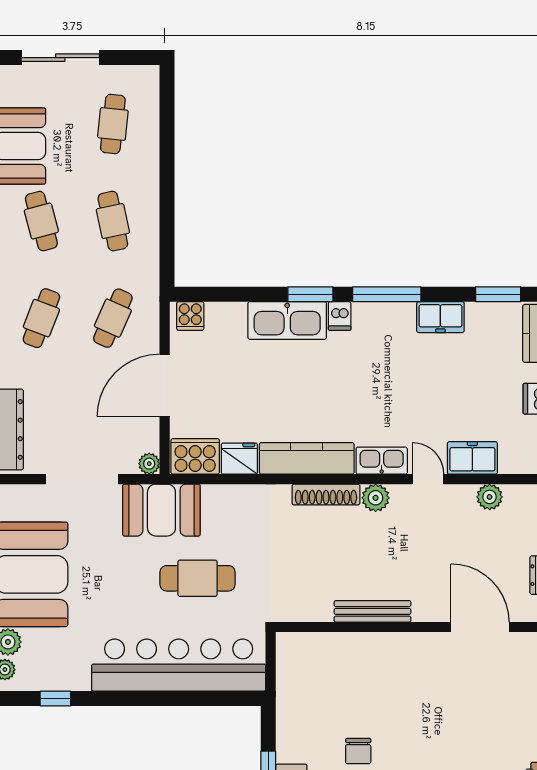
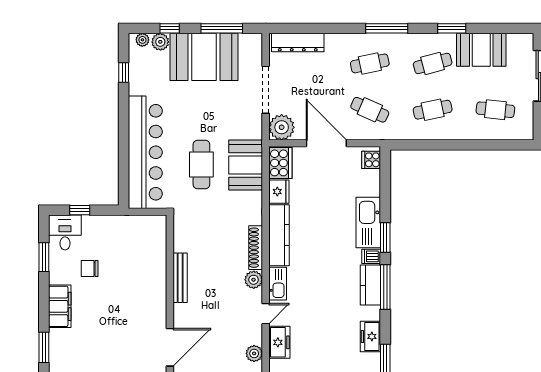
kitchen counter: (384, 317) -> (370, 285), added
freezer: (440, 317) -> (370, 336), moved
cafe table: (41, 318) -> (370, 63), turned -33
plant: (149, 464) -> (282, 127), width x1.87, depth x1.87
booth: (161, 510) -> (246, 165), moved

